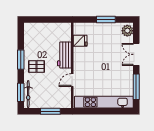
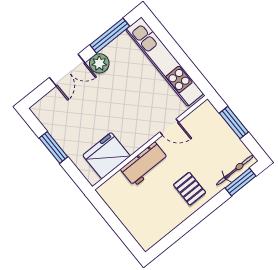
plant: (127, 31) -> (99, 63), moved
fridge: (80, 41) -> (107, 156), width x1.88, depth x1.34
window: (21, 60) -> (197, 217), removed

